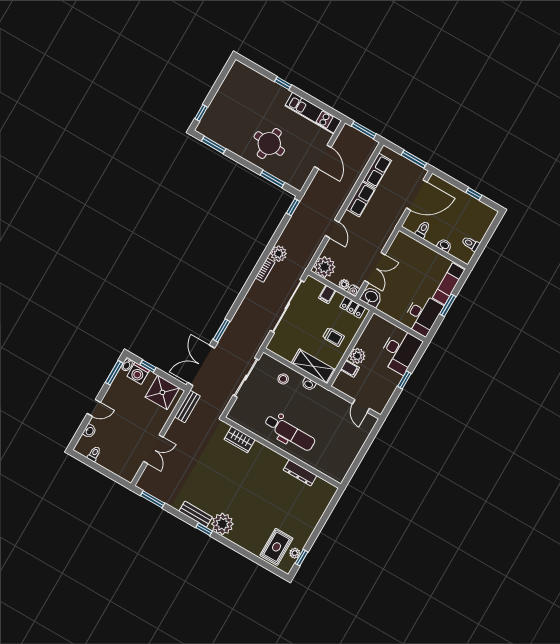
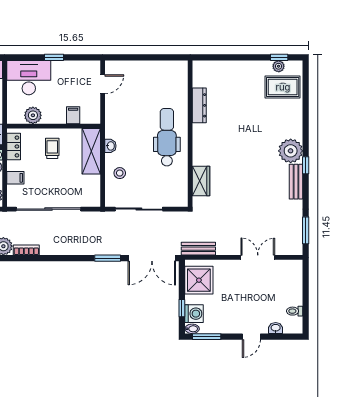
plant: (357, 356) -> (33, 115), moved
door: (94, 408) -> (251, 337), swing flipped

